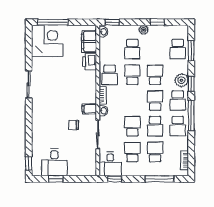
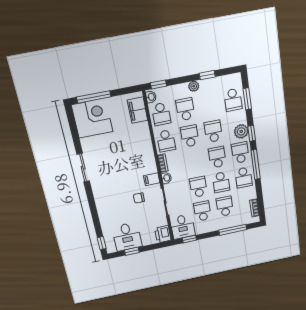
school desk: (110, 49) -> (161, 114), added
school desk: (132, 49) -> (185, 109), turned 180
printer: (89, 62) -> (163, 234), moved
school desk: (178, 101) -> (240, 153), turned 180

